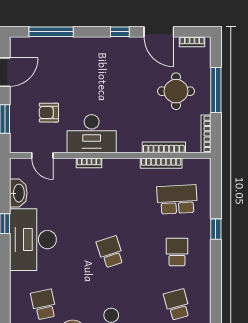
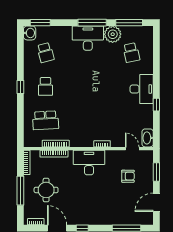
desk: (92, 134) -> (89, 163), moved
washbasin: (18, 193) -> (148, 138), moved
window: (216, 229) -> (20, 87), moved
desk: (33, 240) -> (142, 89), width x0.73, depth x0.77
school desk: (110, 252) -> (88, 86), removed

